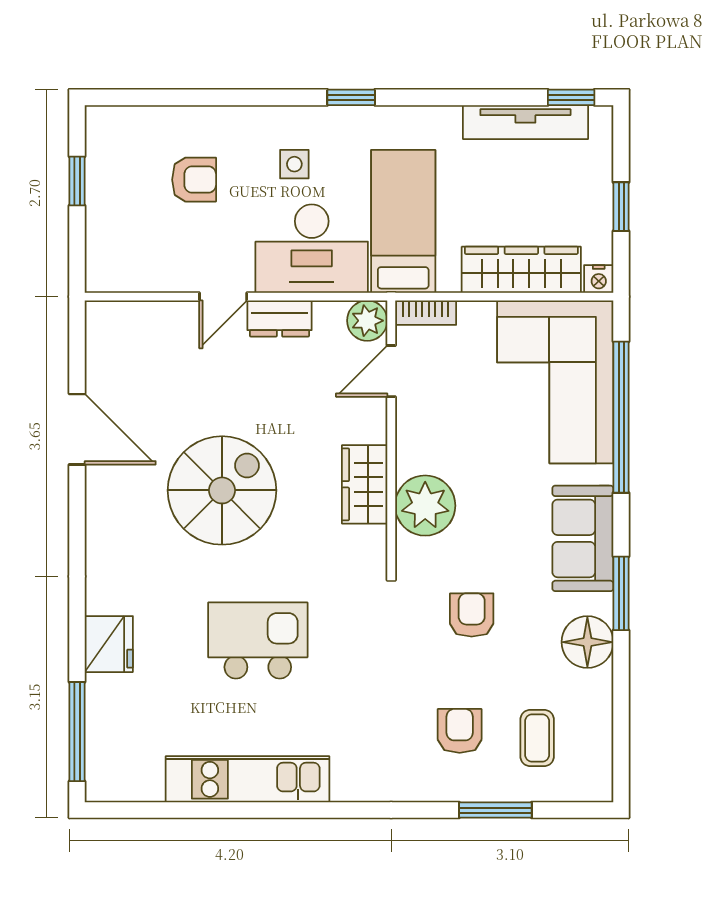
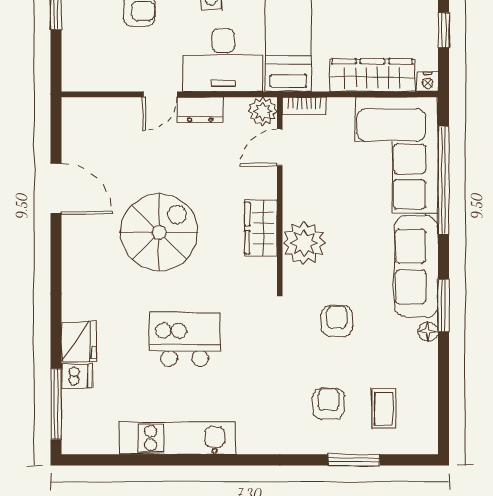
sofa: (583, 538) -> (416, 266), width x1.36
floor lamp: (587, 642) -> (428, 332), width x0.53, depth x0.53
dishwasher: (107, 692) -> (77, 376), added

